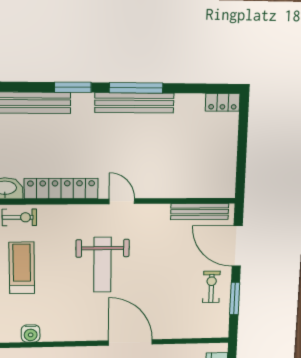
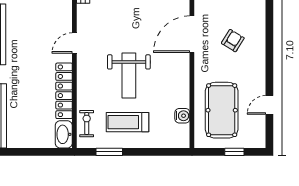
weight bench: (102, 265) -> (129, 76), moved, turned 90

